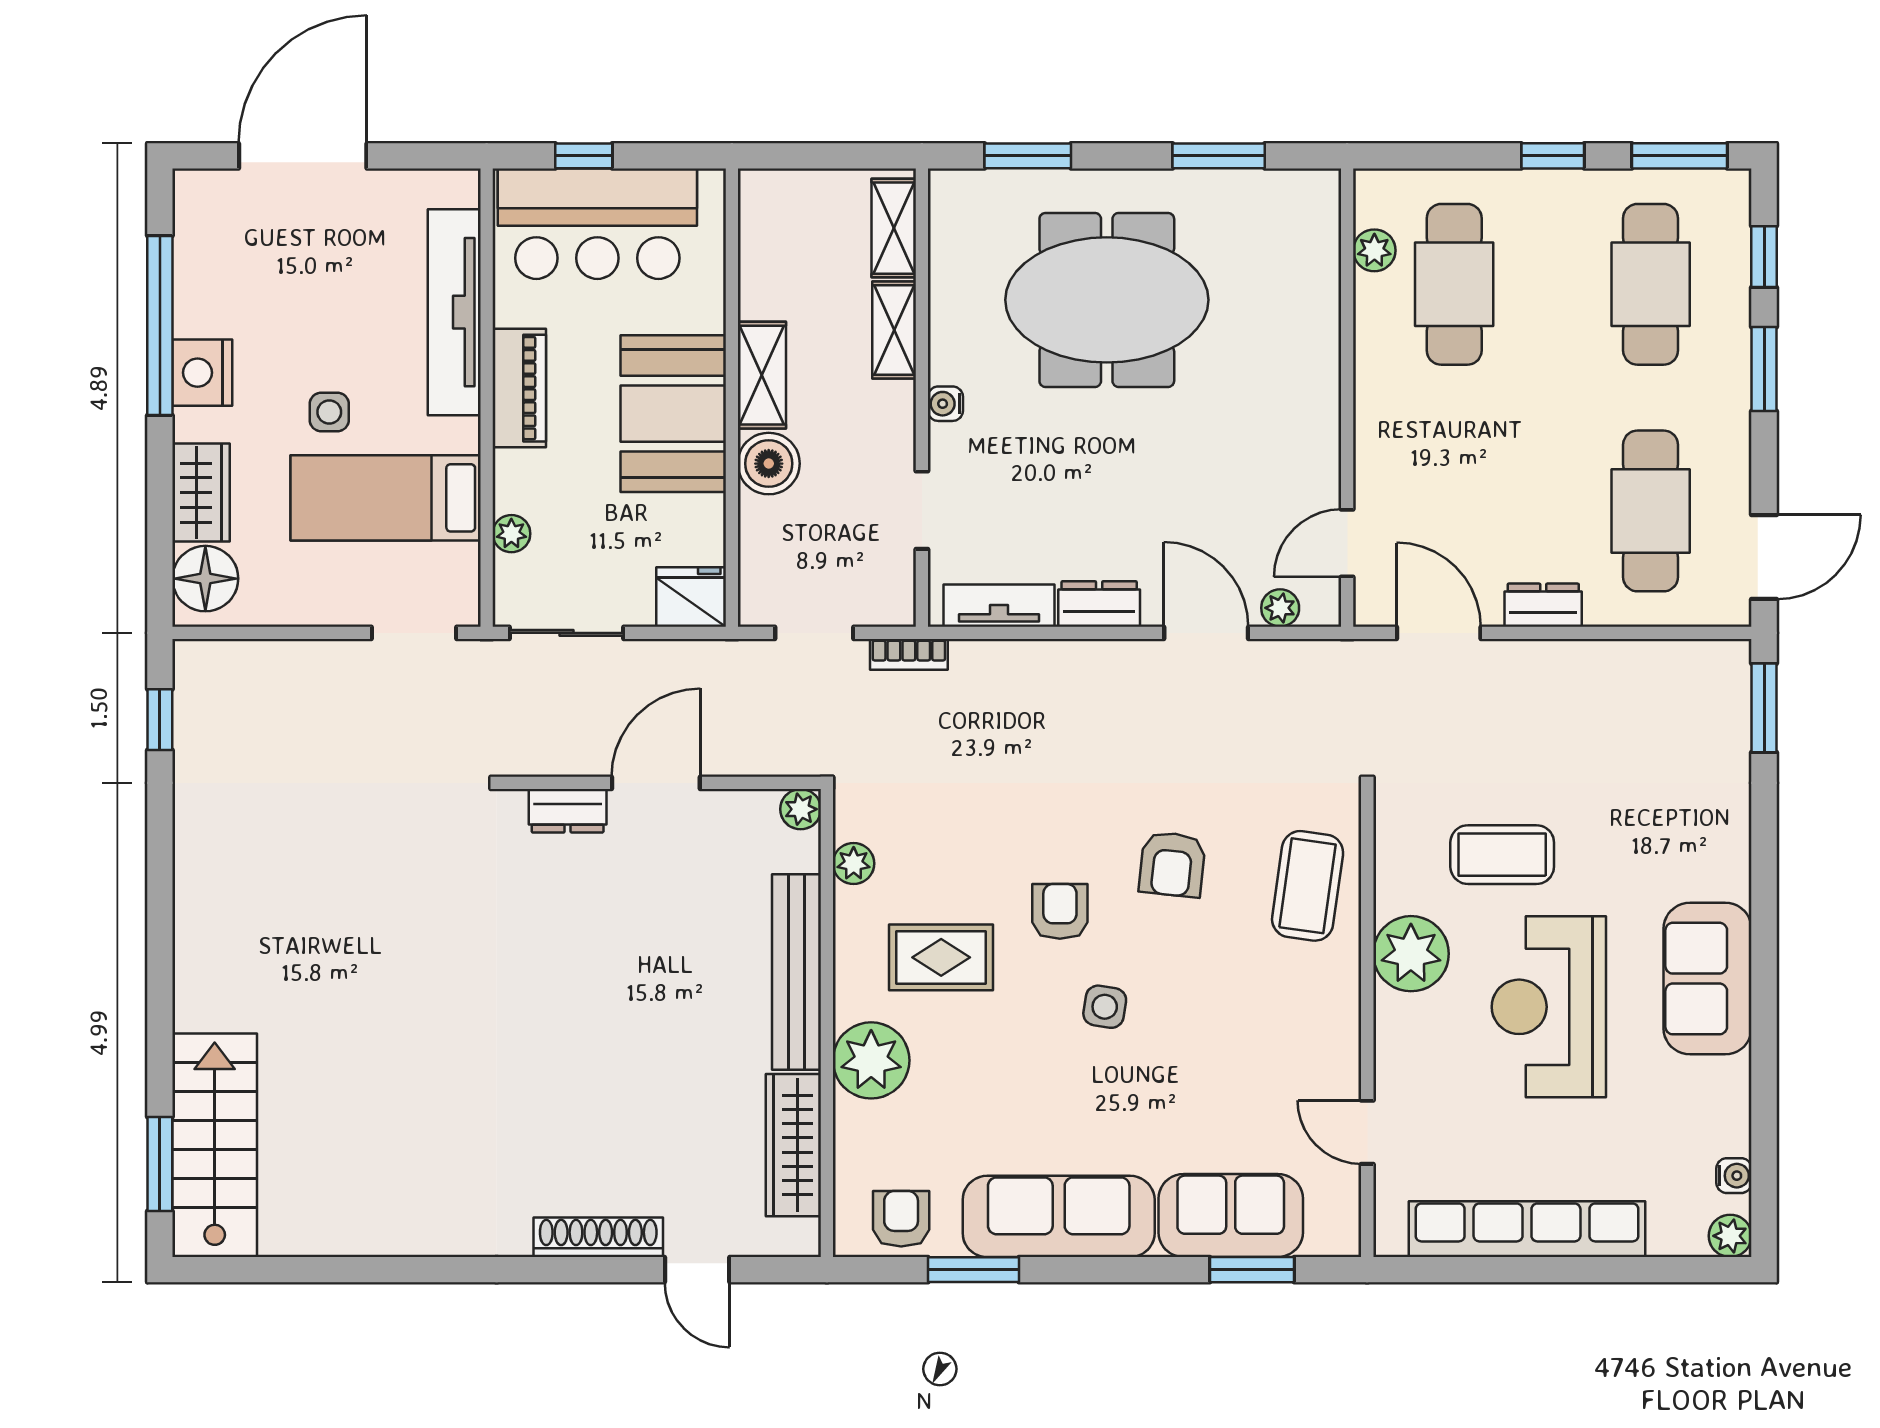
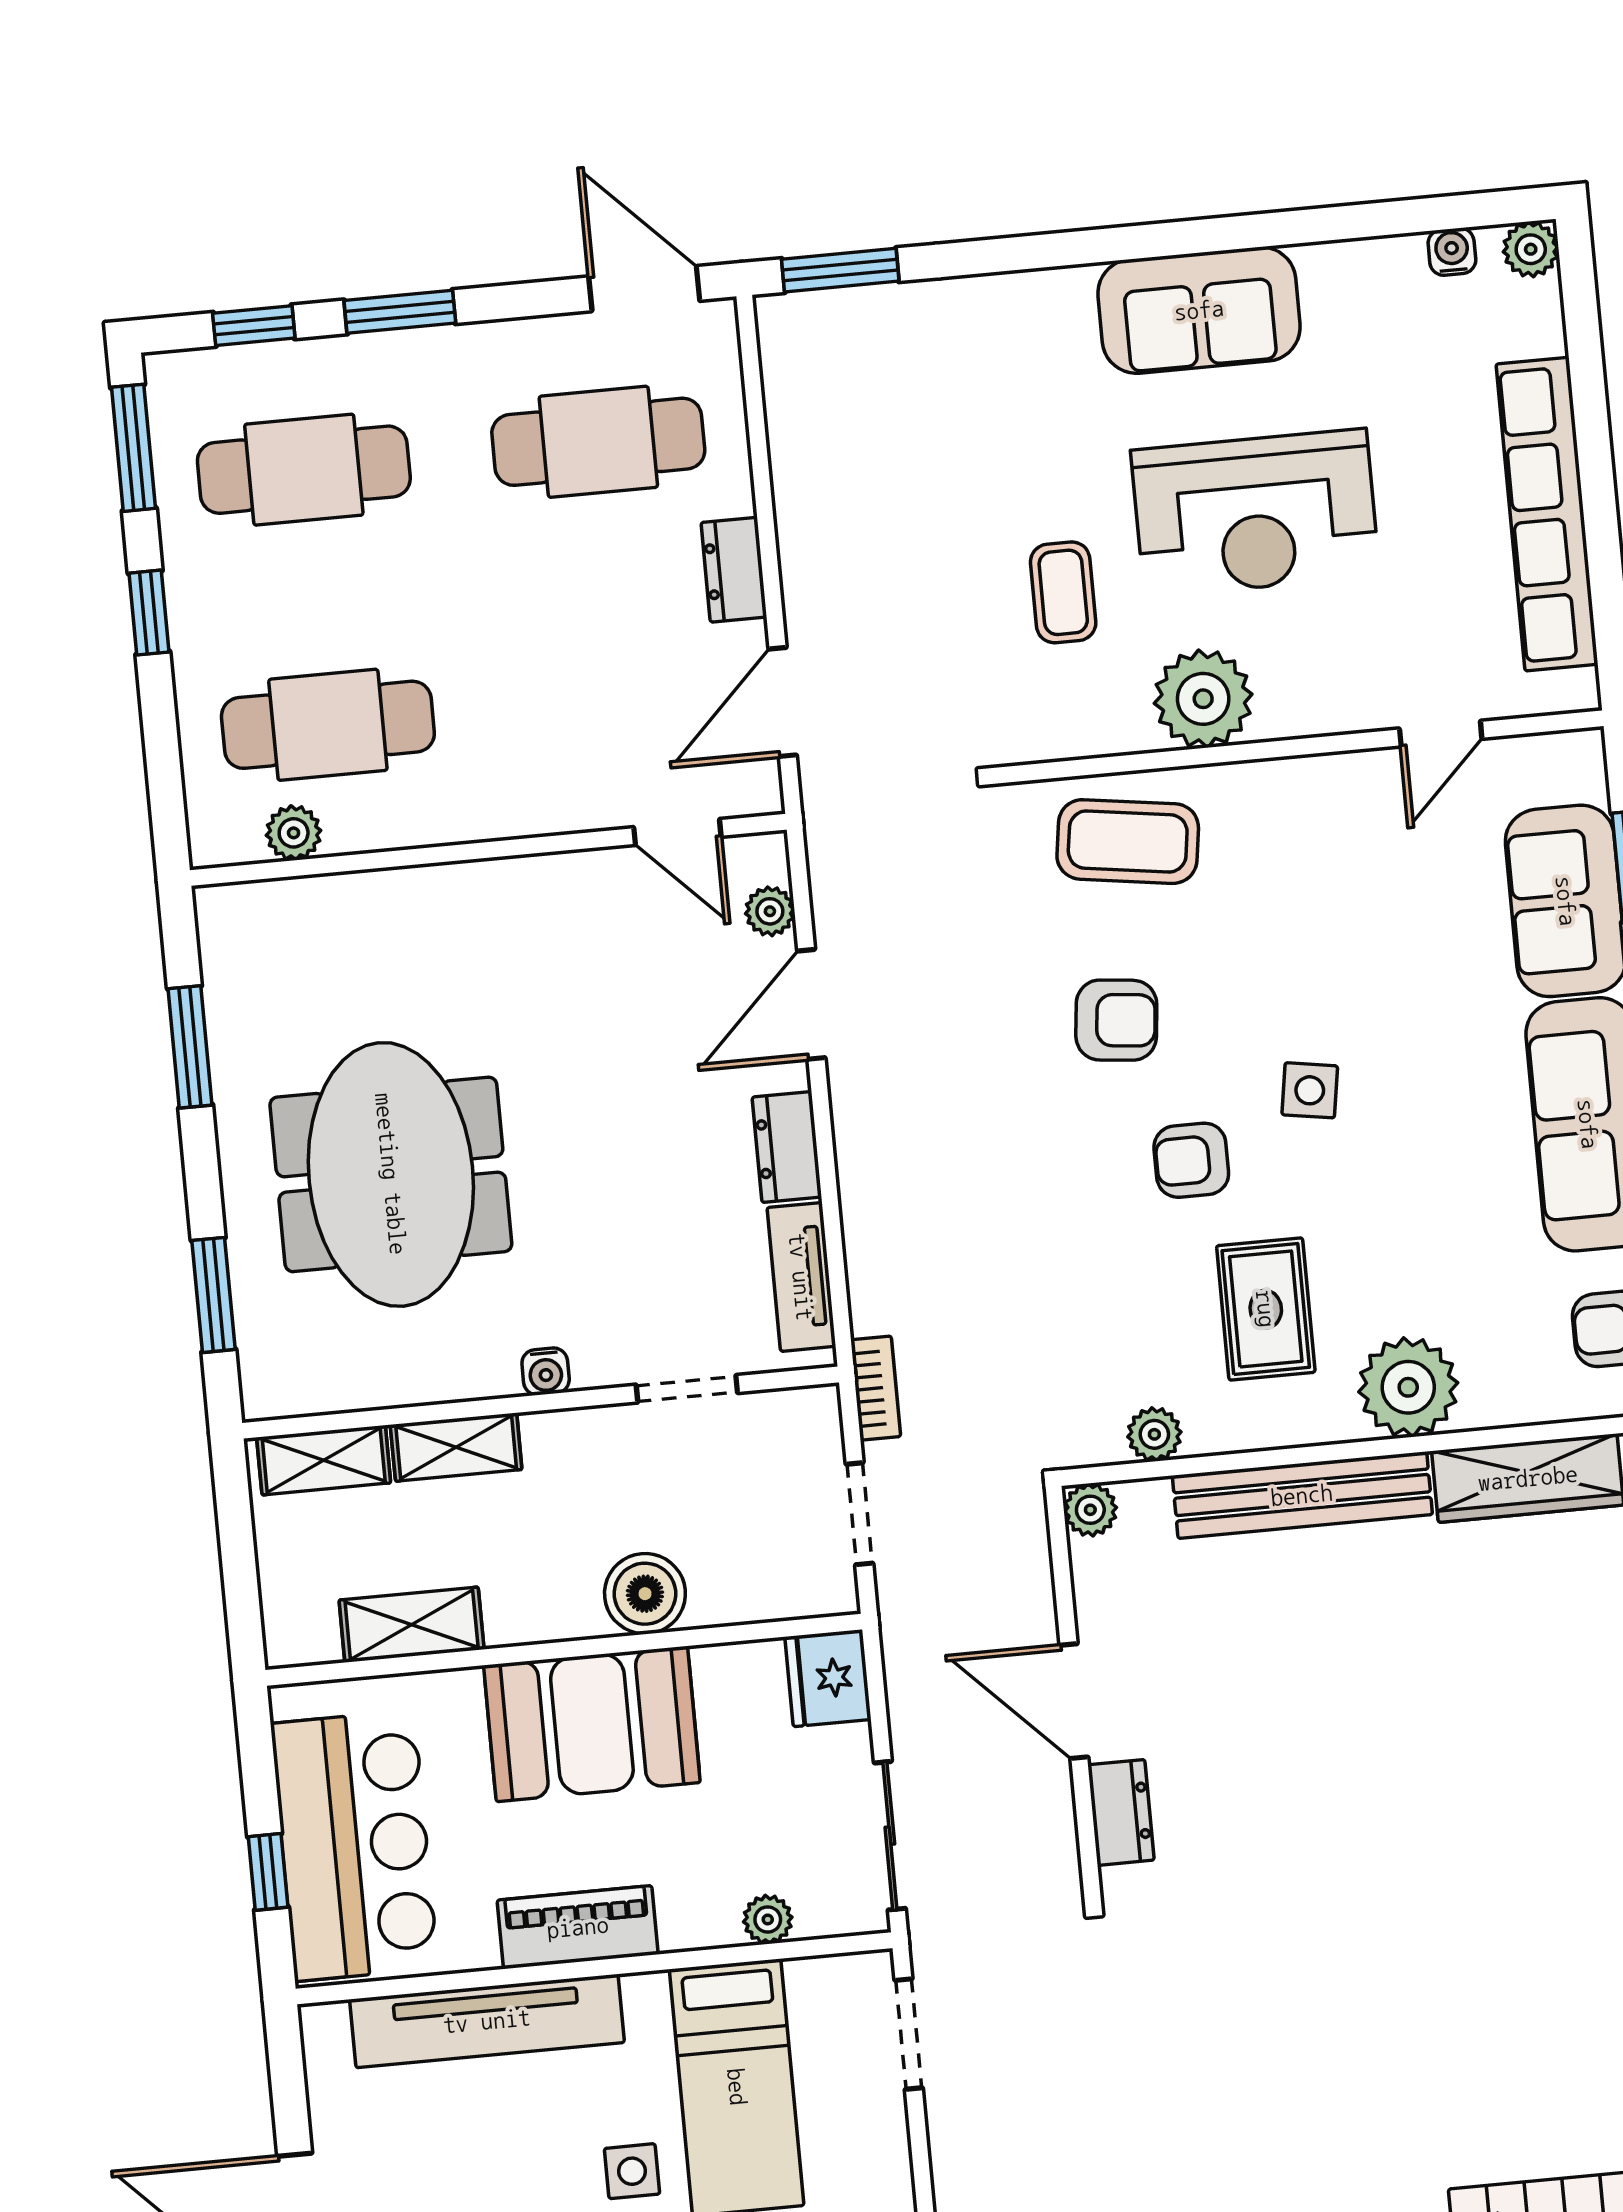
shelving: (762, 375) -> (412, 1625), moved
coffee table: (1502, 855) -> (1063, 592), width x0.73, depth x0.77

